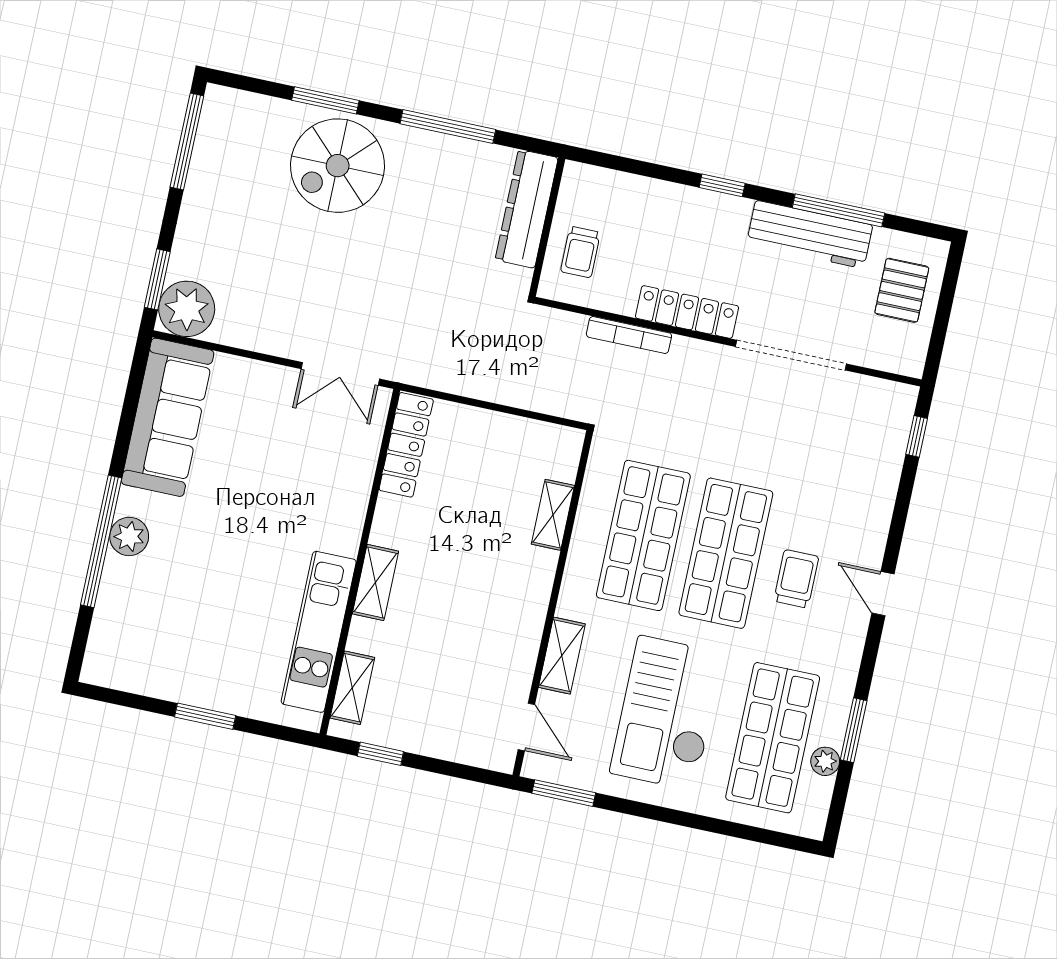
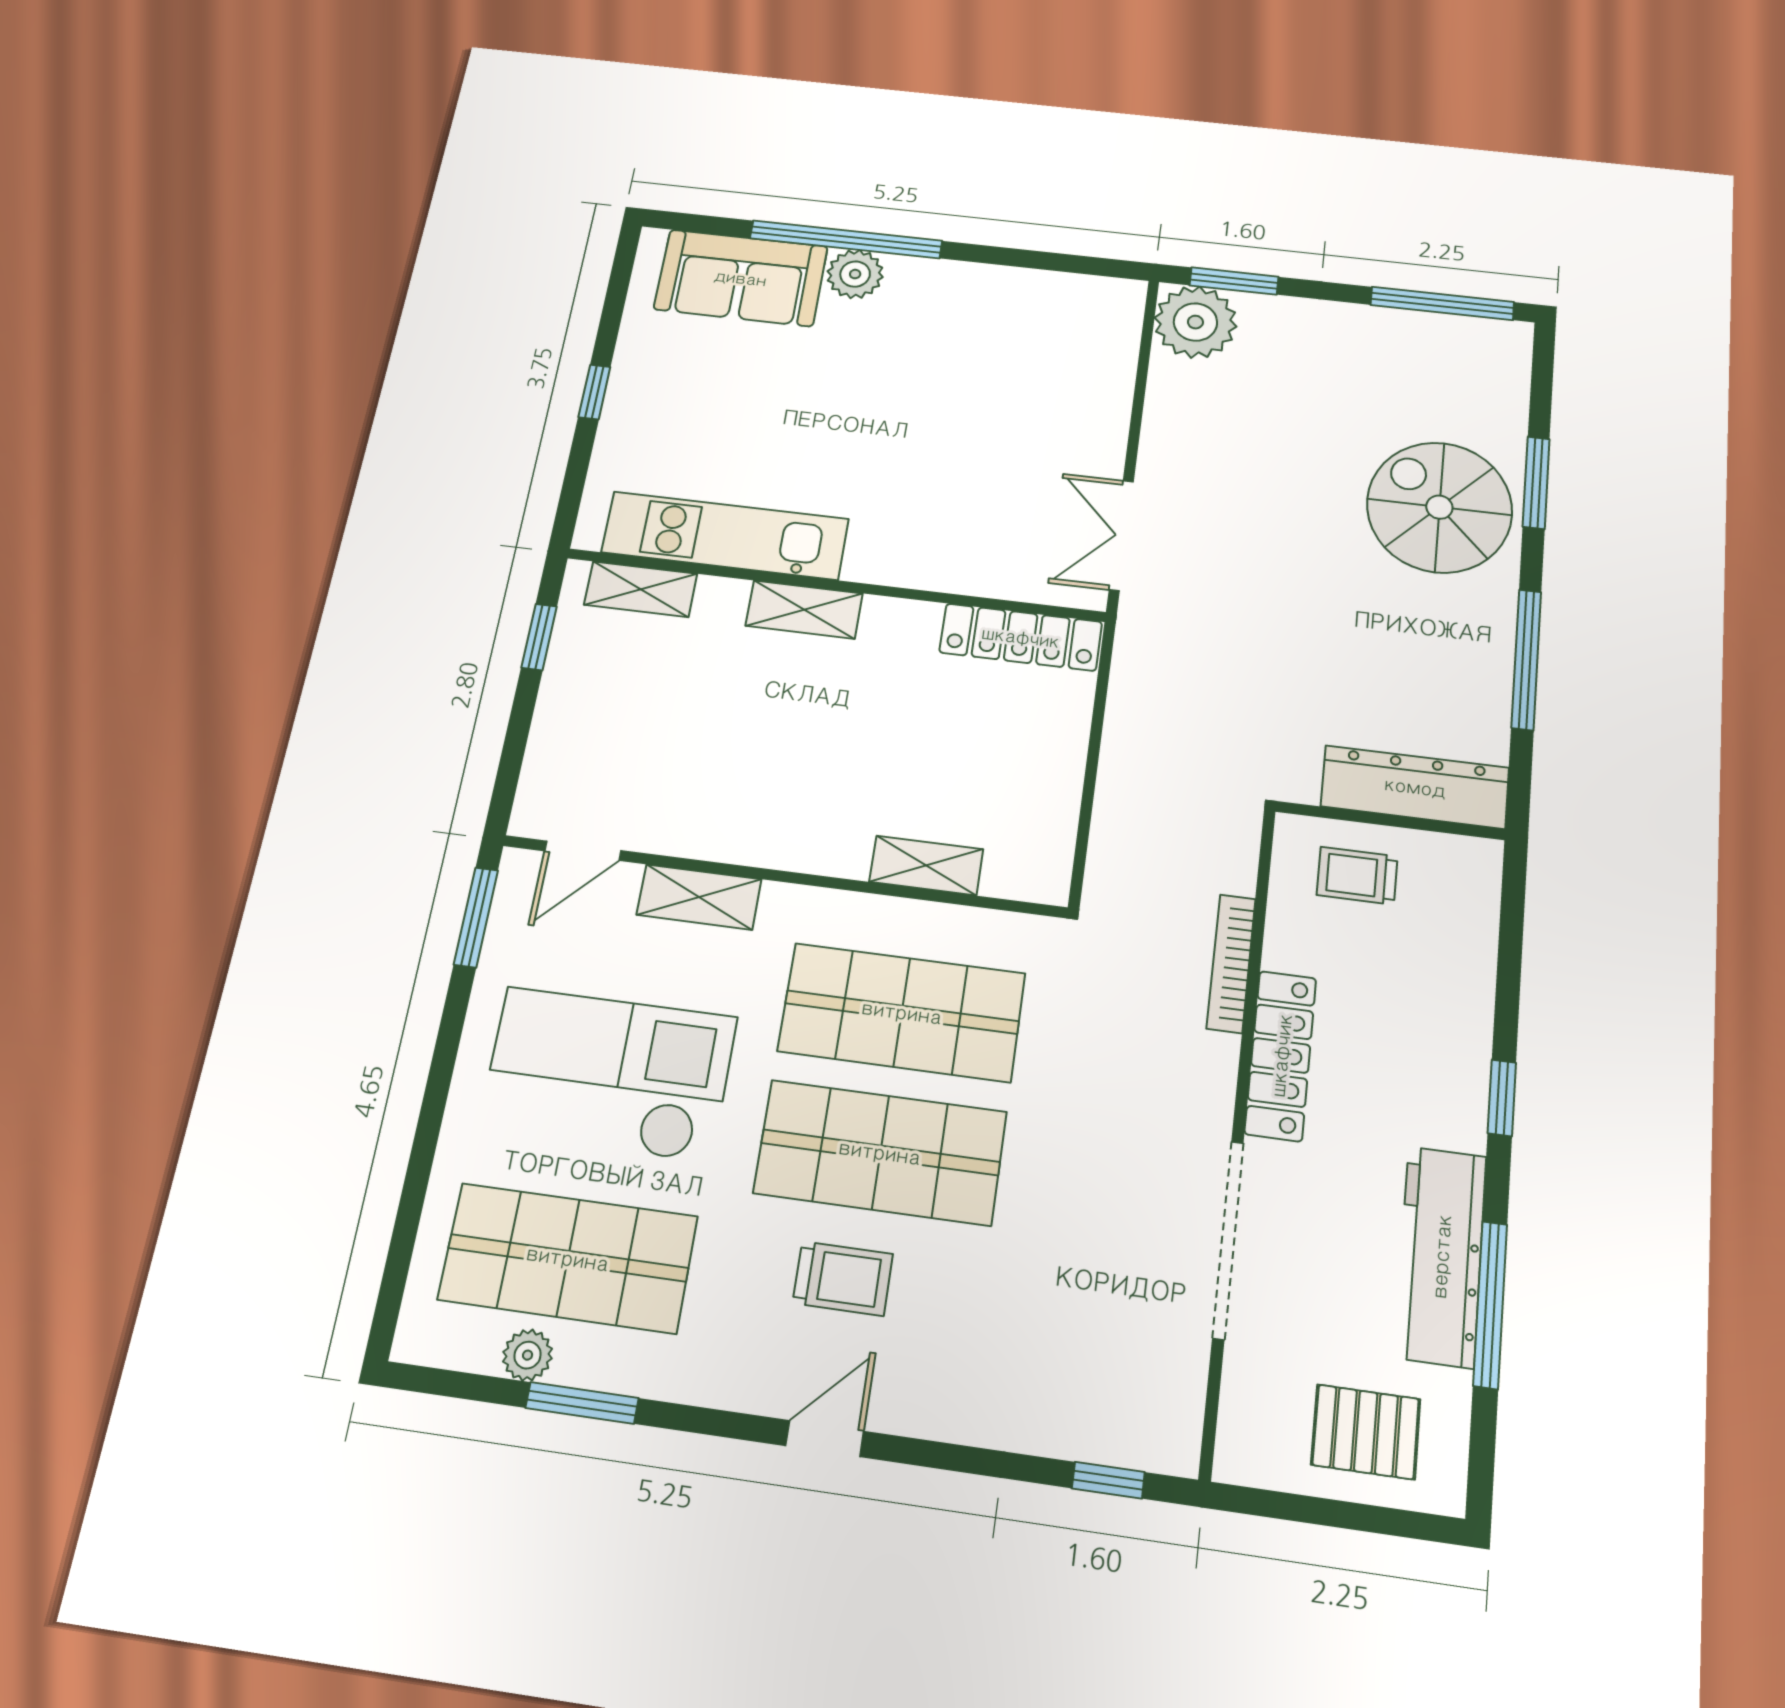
sofa: (168, 417) -> (741, 278), moved, width x0.73
window: (205, 716) -> (594, 392), width x0.67

